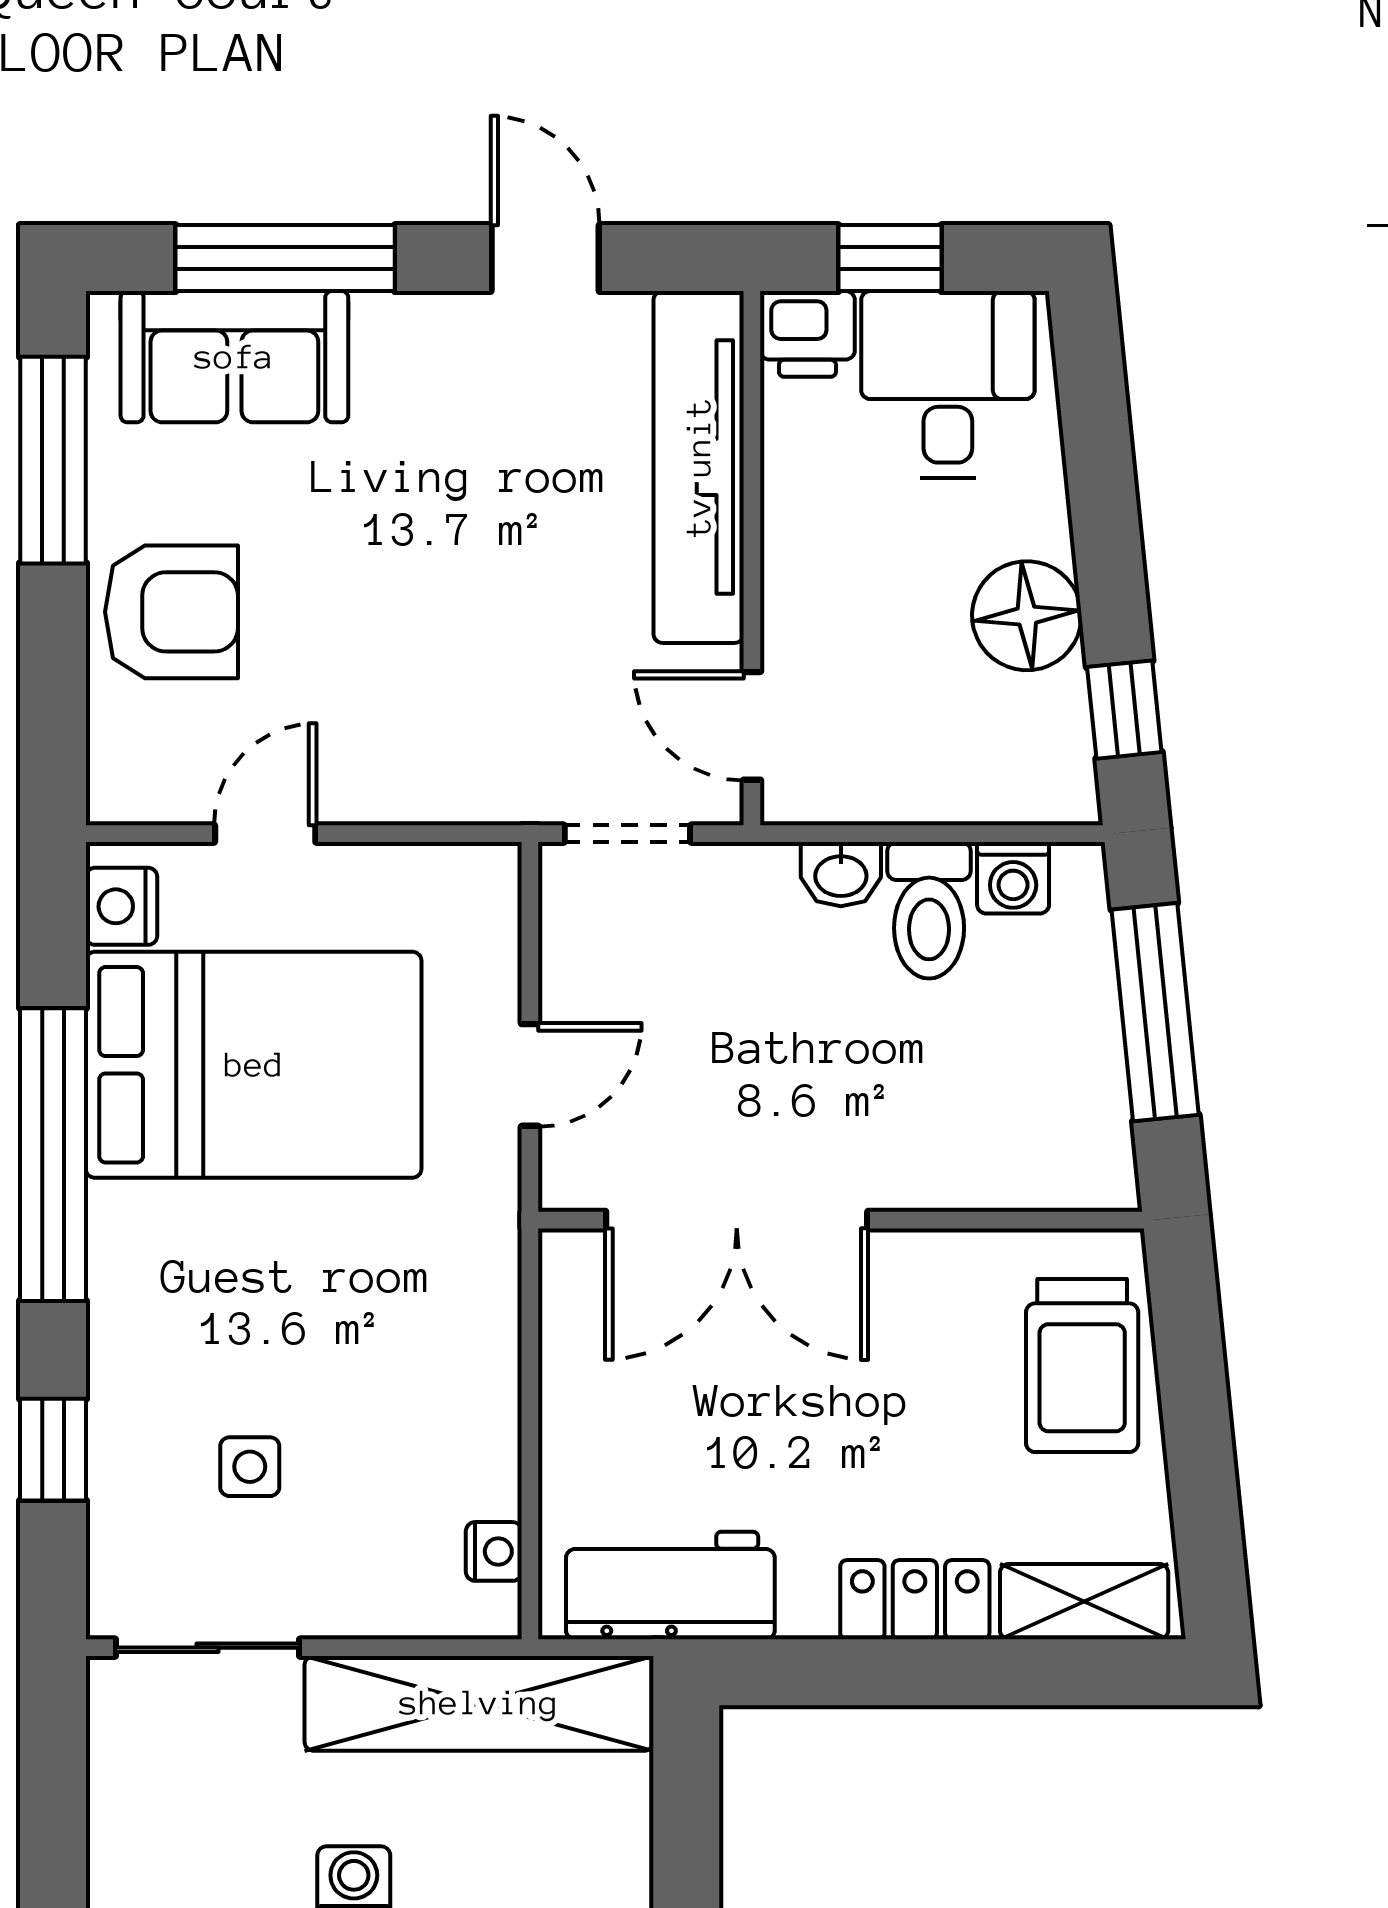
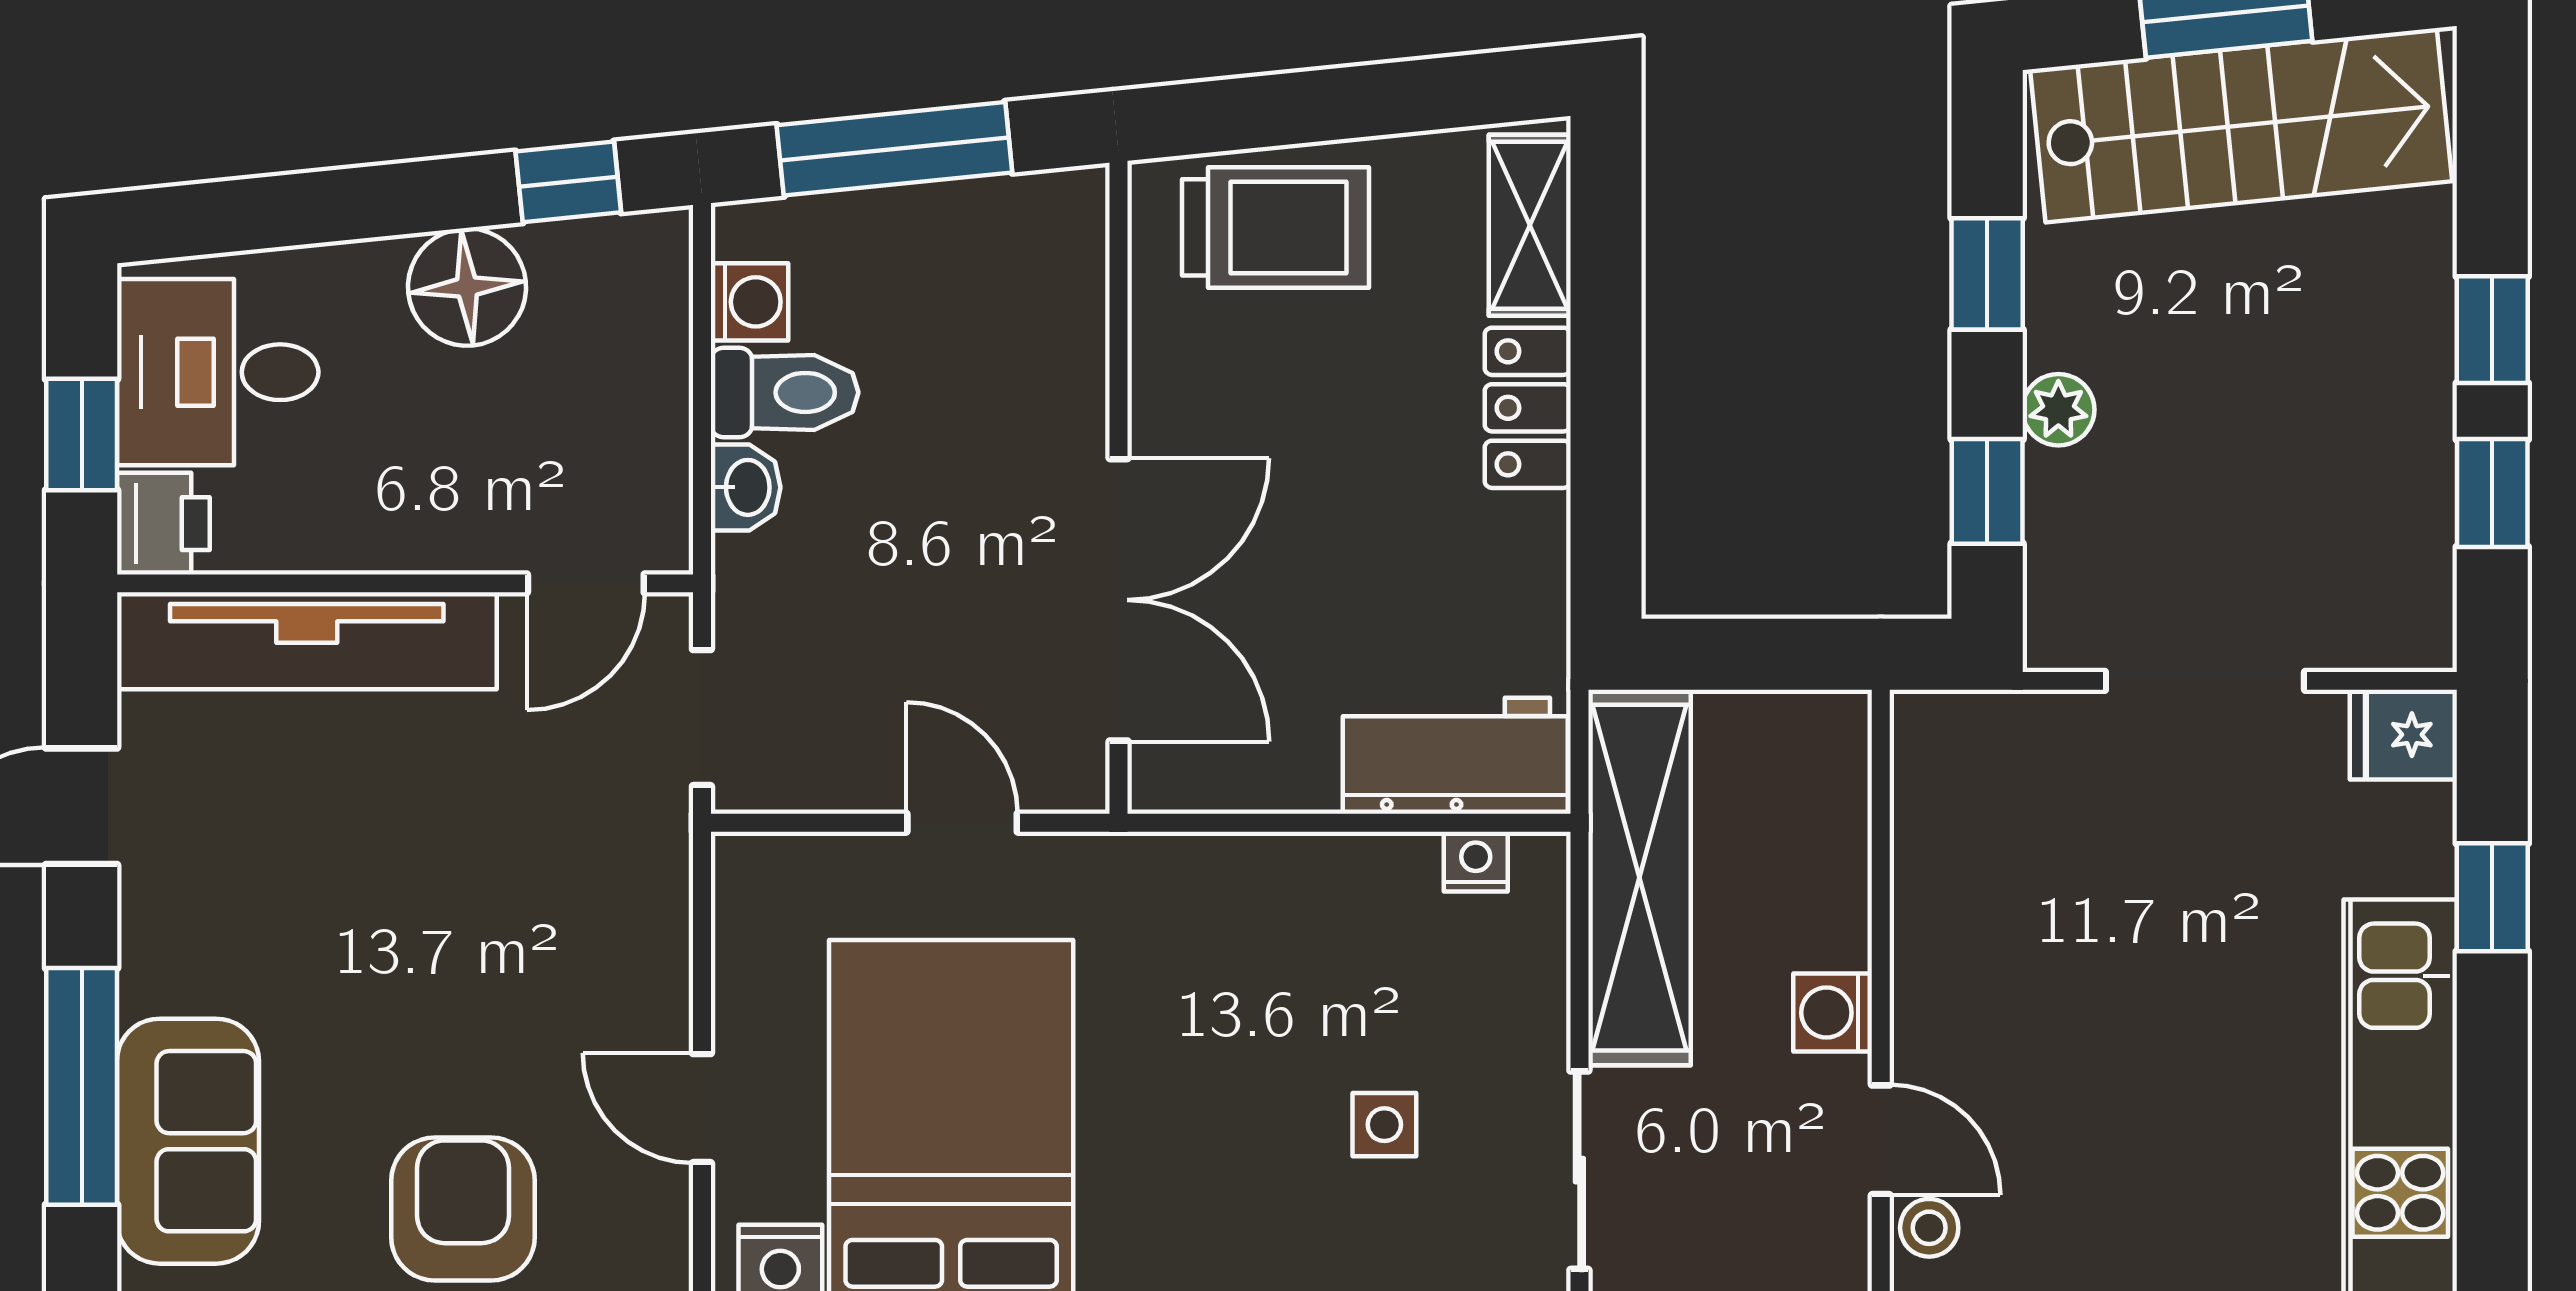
workbench: (670, 1586) -> (1455, 756), moved, turned 90

